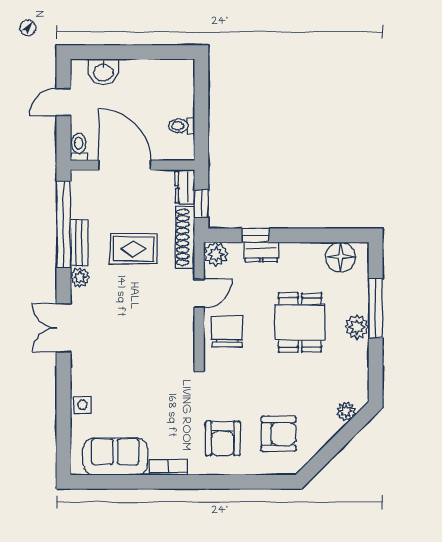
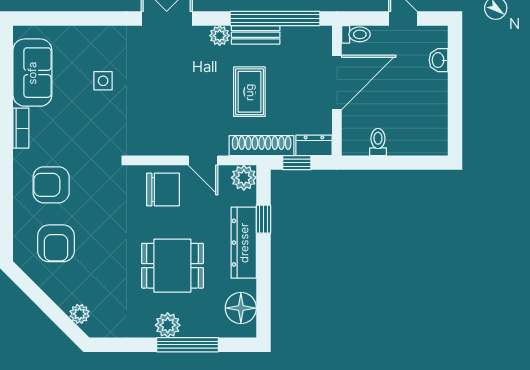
washbasin: (103, 72) -> (439, 60), width x0.72, depth x0.69
dresser: (261, 252) -> (244, 243), width x1.96, depth x1.24
side table: (82, 405) -> (103, 81), moved

